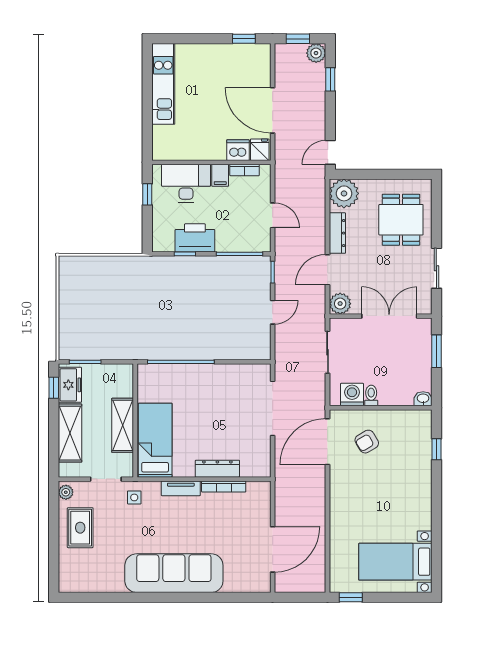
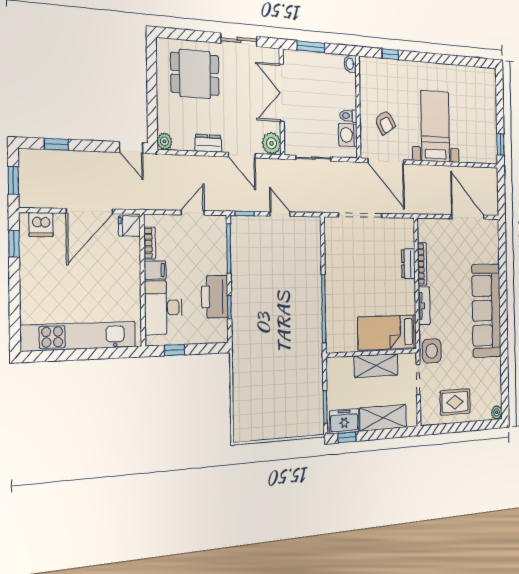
plant: (316, 53) -> (29, 160), removed
kitchen unit: (163, 84) -> (79, 336), width x1.36
dishwasher: (238, 150) -> (41, 225), moved, turned -90
plant: (344, 193) -> (164, 141), width x0.53, depth x0.53
dresser: (337, 233) -> (208, 143), width x0.70
dresser: (217, 469) -> (408, 264), width x0.70
plant: (66, 492) -> (497, 412), moved
side table: (134, 497) -> (432, 351), width x1.87, depth x1.87
bed with nightstands: (395, 562) -> (435, 126), moved, turned 180

